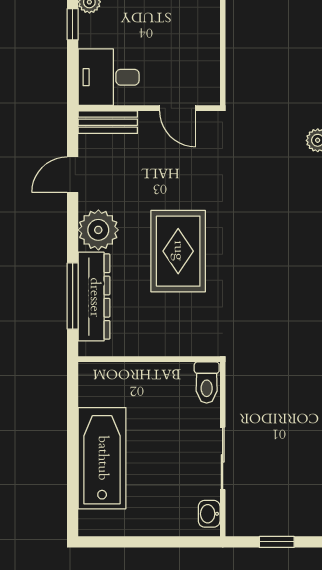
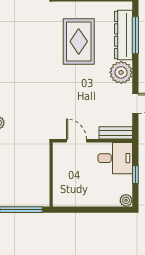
window: (73, 24) -> (135, 175), moved
rug: (178, 251) -> (79, 41), moved

